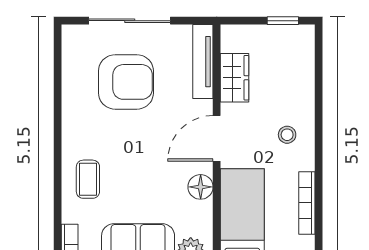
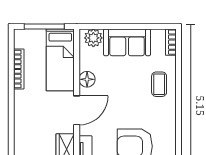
stool: (287, 135) -> (32, 113), removed

